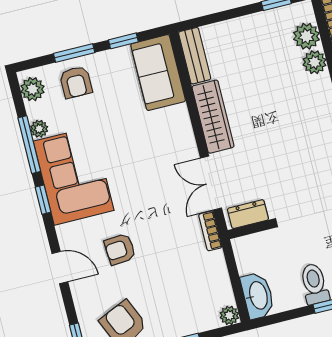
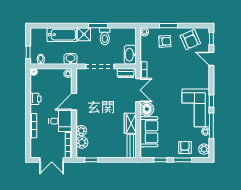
sofa: (158, 73) -> (149, 132), moved
wardrobe: (213, 117) -> (130, 123), width x0.67
floor lamp: (181, 146) -> (147, 109), added
armchair: (120, 249) -> (165, 41), moved
door: (60, 268) -> (211, 59), moved
washbasin: (258, 296) -> (130, 55), moved

